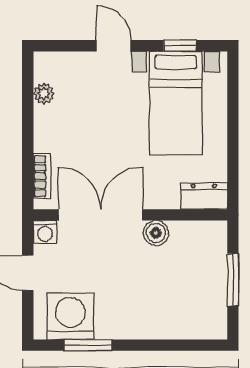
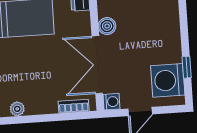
window: (88, 345) -> (187, 67), width x0.67

